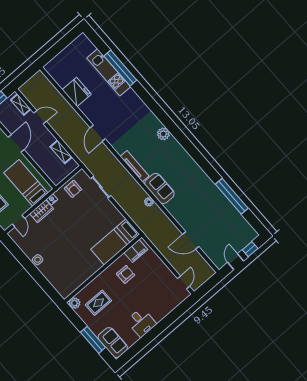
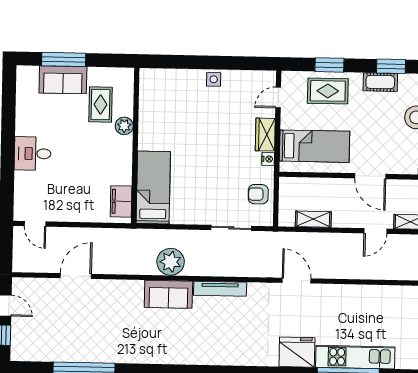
fridge: (77, 92) -> (297, 352), moved, turned 180
plant: (163, 134) -> (227, 356), removed
plant: (149, 202) -> (171, 262), width x1.88, depth x1.88
door: (18, 221) -> (278, 97), hinge flipped
armchair: (125, 274) -> (105, 165), removed
plant: (74, 303) -> (124, 126), moved
desk: (141, 322) -> (33, 154), moved
sofa: (113, 343) -> (63, 80), moved

